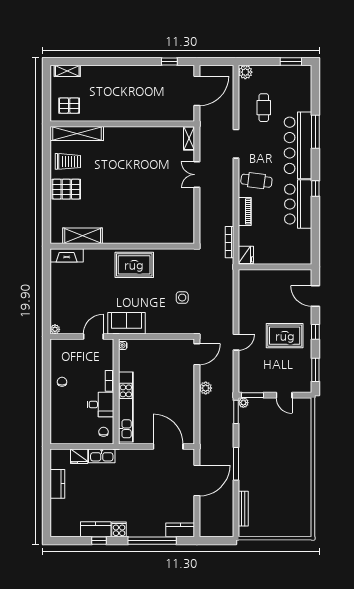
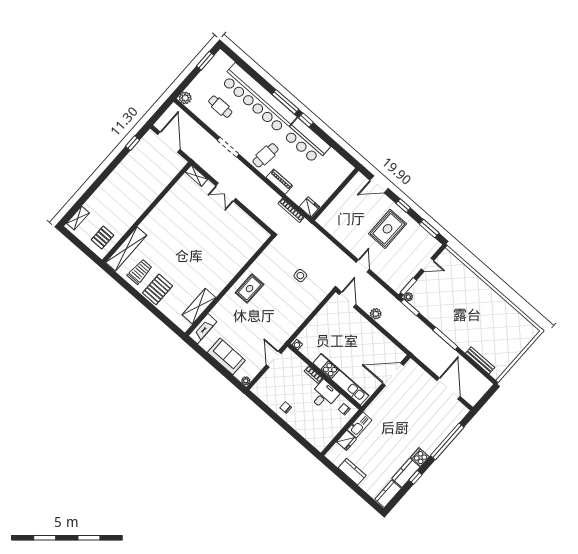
window: (315, 132) -> (285, 102), moved
bar counter: (298, 145) -> (258, 99), width x1.36
rug: (134, 265) -> (250, 289), width x0.73, depth x0.70
sofa: (126, 323) -> (226, 356), moved, turned 90
door: (197, 481) -> (449, 389), moved
kitchen counter: (180, 530) -> (388, 494), moved

